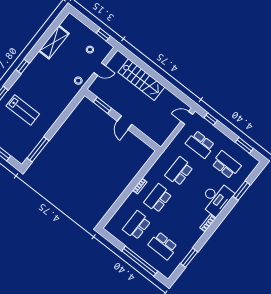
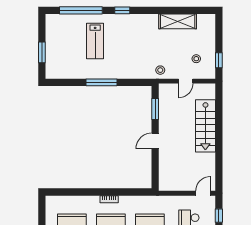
window: (23, 66) -> (122, 10), moved
door: (100, 69) -> (186, 81), hinge flipped
door: (187, 118) -> (203, 193), hinge flipped
window: (38, 149) -> (101, 82), moved

